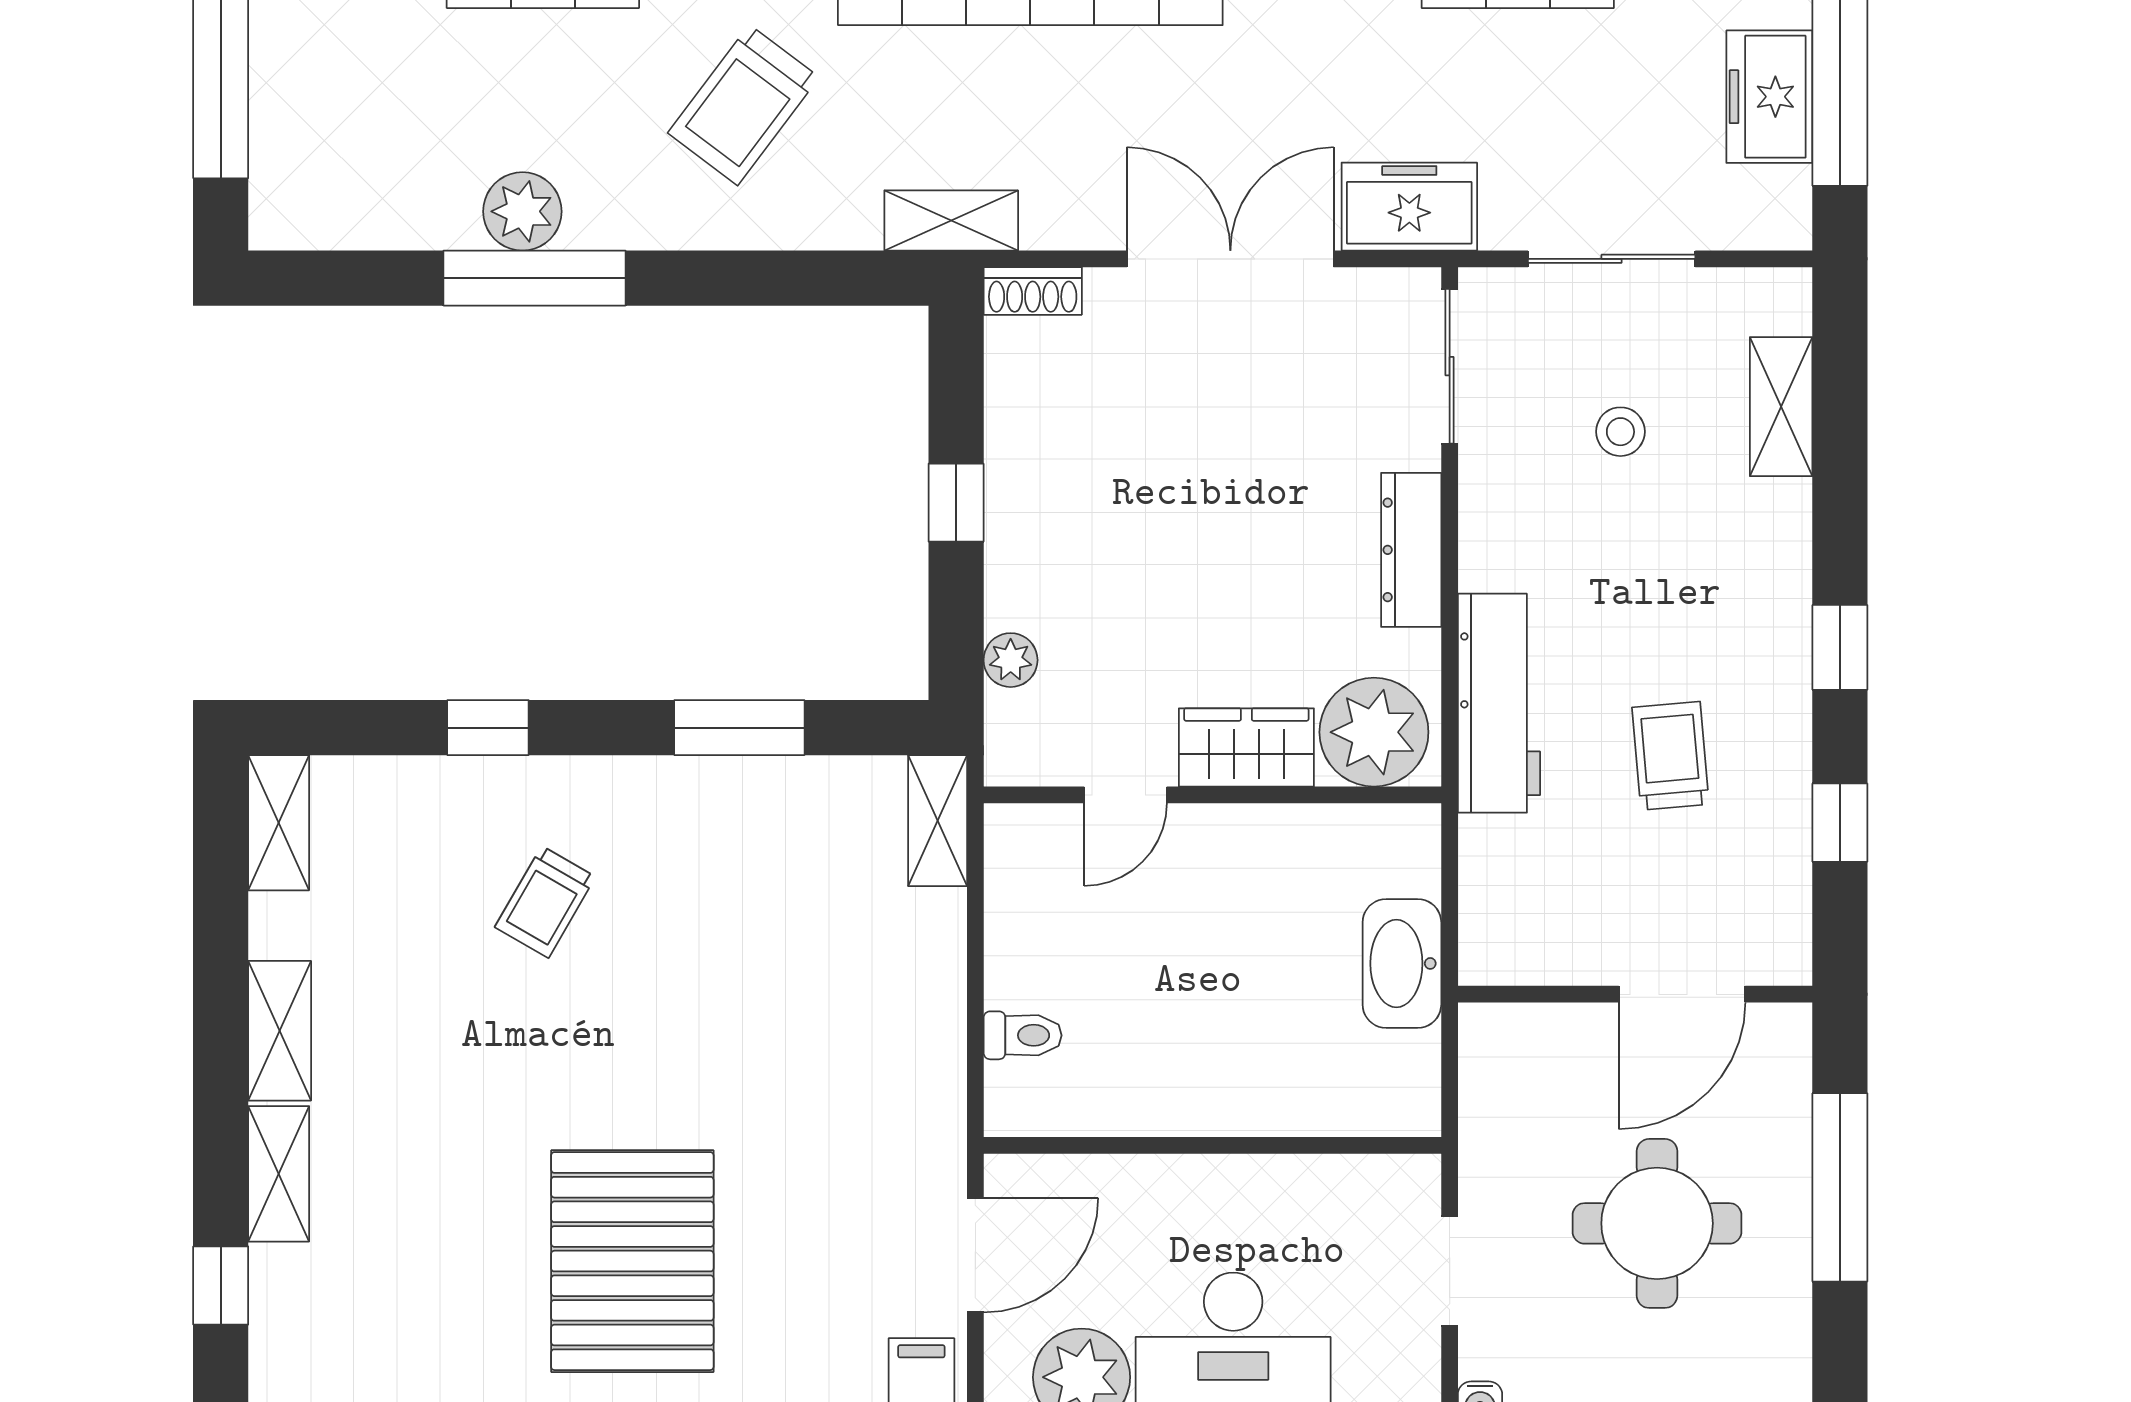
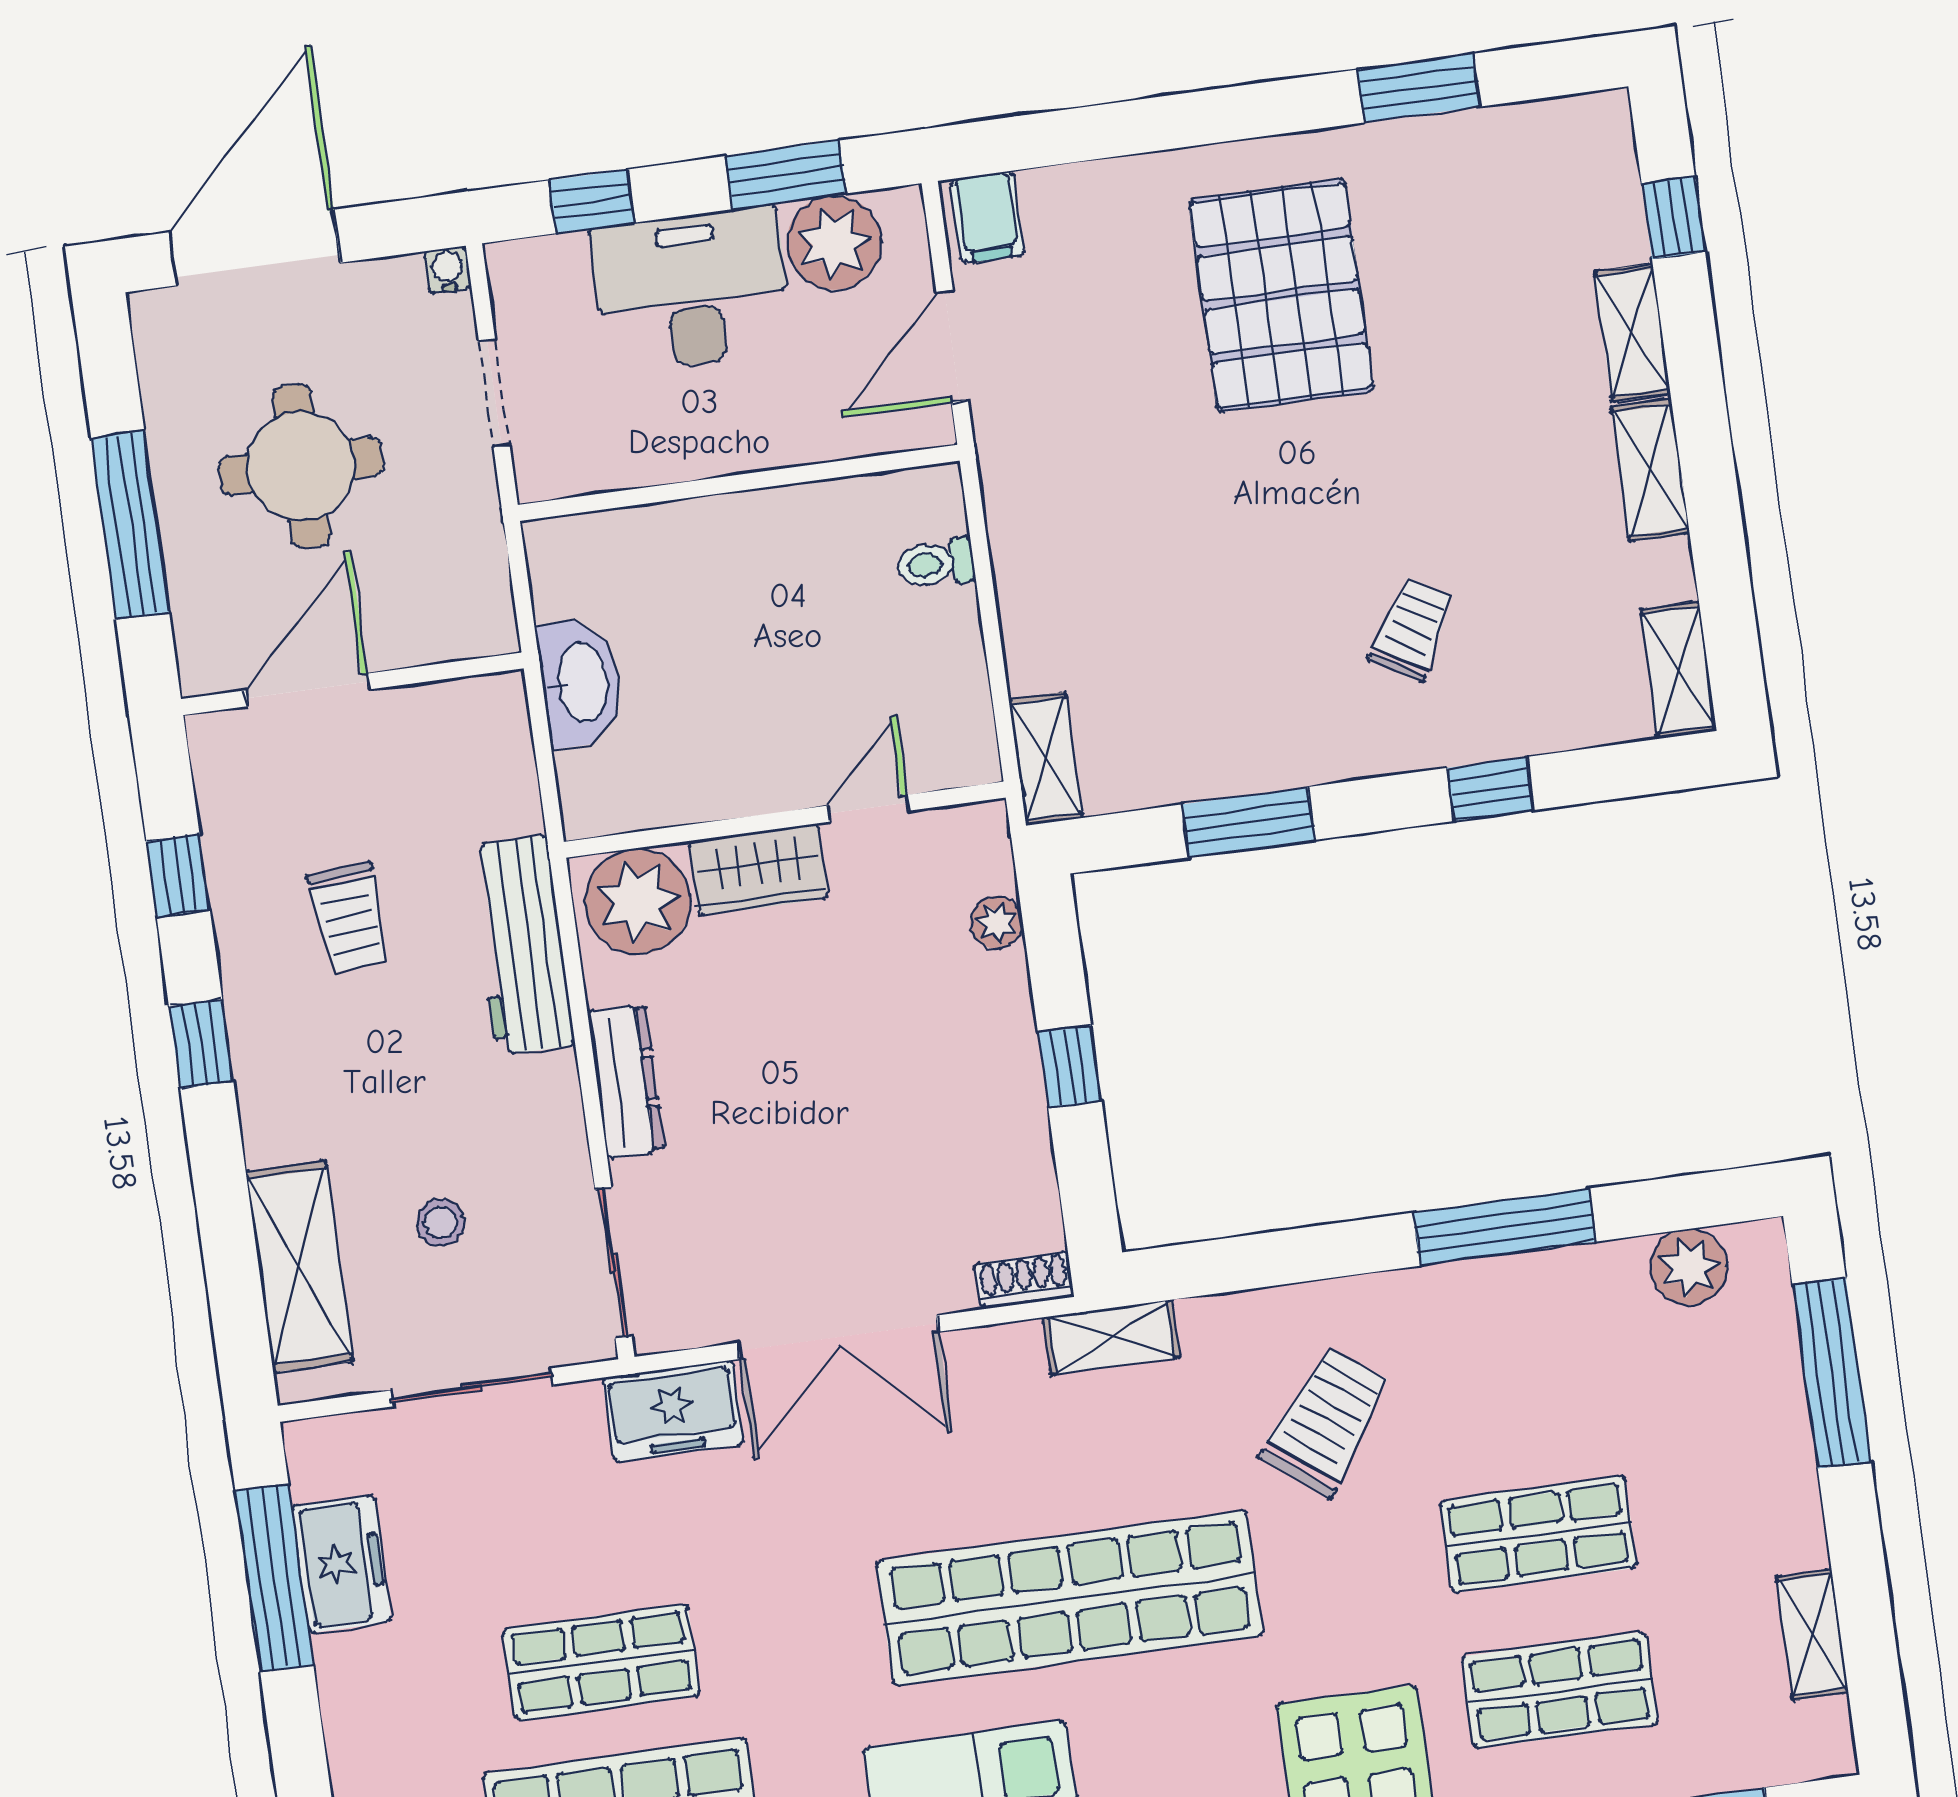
plant: (522, 211) -> (1689, 1267), moved
shelving: (1781, 407) -> (299, 1266), width x1.50, depth x1.33

